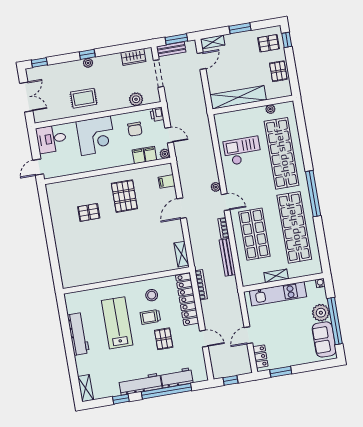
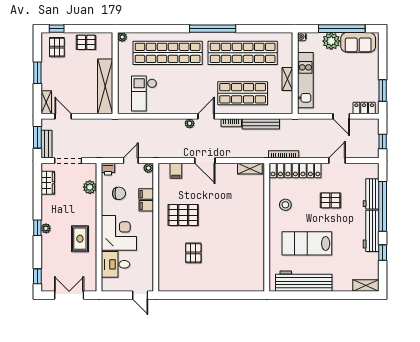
plant: (270, 109) -> (122, 37), moved
desk: (51, 139) -> (116, 264), moved, turned 90
checkout: (242, 151) -> (144, 94), moved
filing cabinet: (150, 154) -> (146, 206), moved
trolley: (150, 317) -> (307, 210), removed
workbench: (78, 334) -> (304, 281), width x1.36, depth x1.32

